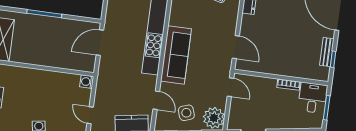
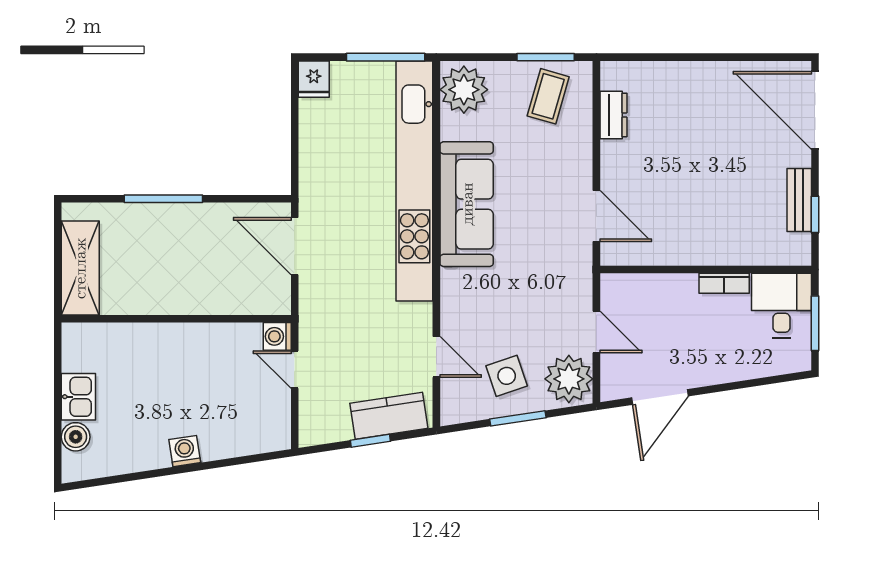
door: (100, 43) -> (295, 246), hinge flipped
sofa: (176, 55) -> (467, 204), moved
door: (230, 87) -> (596, 332), moved
door: (90, 115) -> (295, 370), moved

